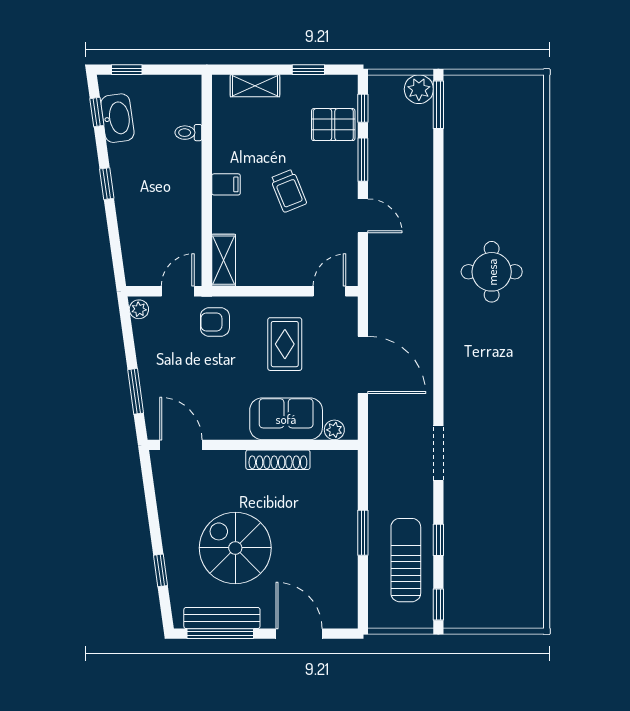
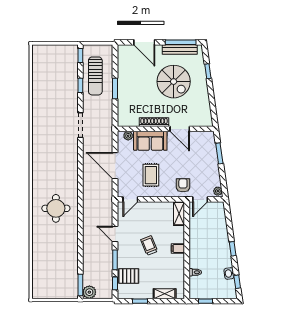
window: (127, 70) -> (205, 301), moved
washbasin: (117, 118) -> (229, 273), width x0.52, depth x0.69
armchair: (215, 322) -> (183, 185), turned -90
door: (181, 445) -> (180, 129), moved

